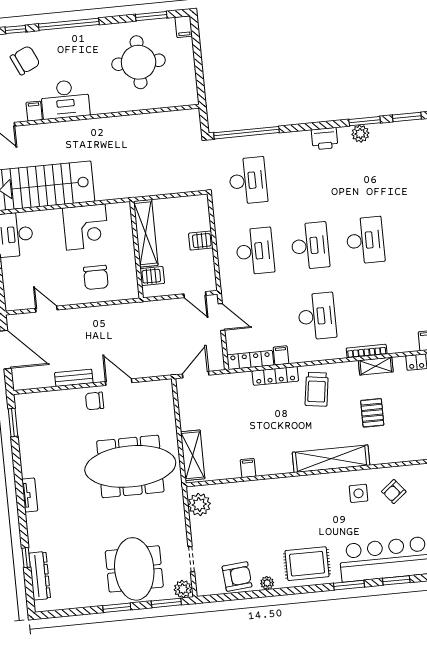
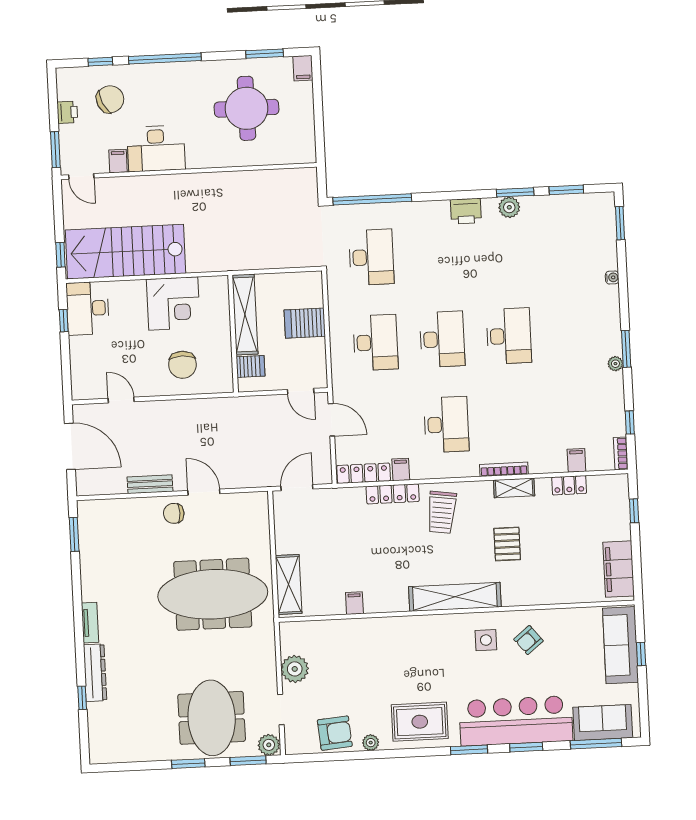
server rack: (201, 241) -> (305, 323), width x1.36, depth x1.44
plant: (199, 504) -> (295, 669), moved
dresser: (40, 576) -> (95, 673), moved

